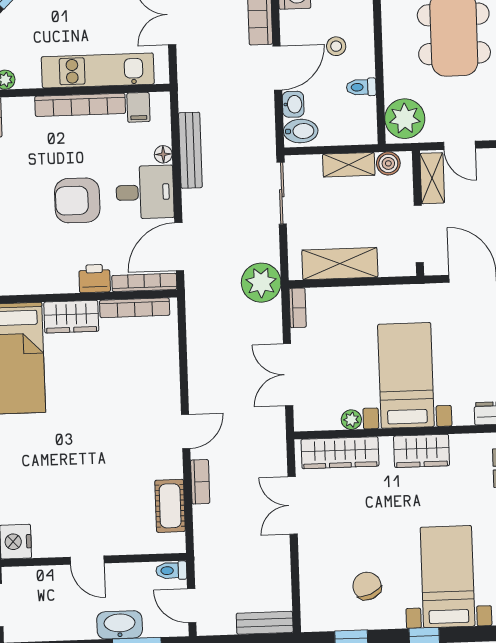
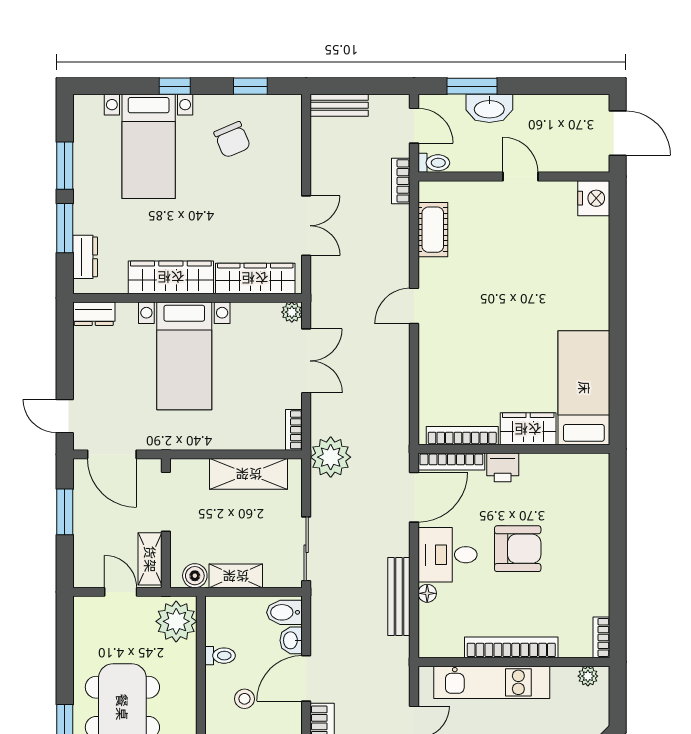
filing cabinet: (138, 107) -> (451, 643), removed
plant: (351, 420) -> (292, 312), moved
wardrobe: (422, 451) -> (171, 277), width x1.50
bookcase: (200, 482) -> (401, 181), moved

